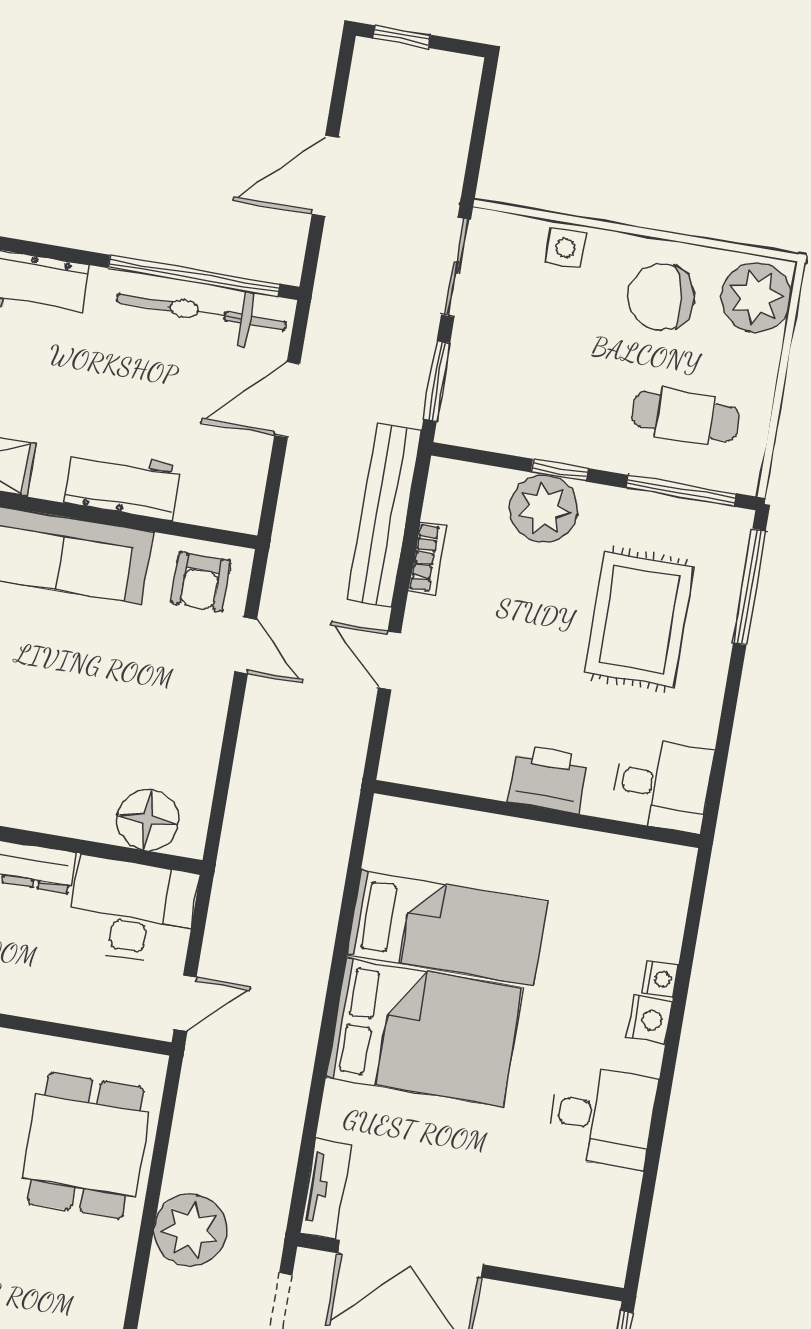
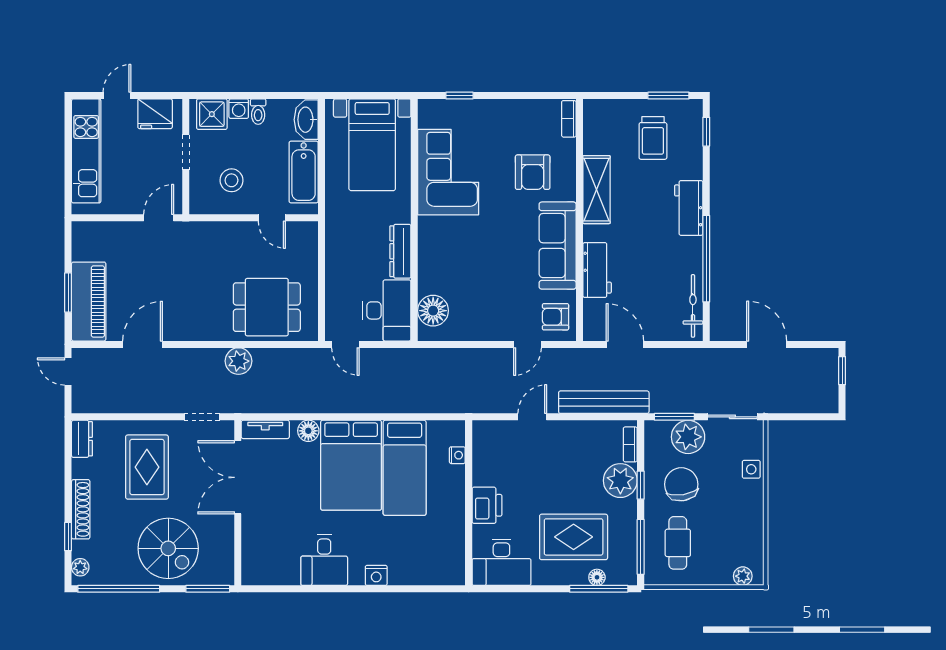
window: (194, 276) -> (706, 259), moved
chair: (661, 297) -> (681, 484), moved
plant: (756, 297) -> (743, 576), width x0.53, depth x0.53
bicycle: (201, 312) -> (693, 306), width x0.73, depth x0.71
plant: (481, 361) -> (688, 437), added
door: (287, 399) -> (625, 344), moved
bookcase: (428, 558) -> (630, 444), moved, turned 90
floor lamp: (726, 587) -> (597, 577), added
desk: (662, 785) -> (501, 562), width x1.37
nightstand: (660, 979) -> (457, 455), moved, turned -90
floor lamp: (343, 1105) -> (308, 431), added
plant: (190, 1230) -> (238, 361), width x0.73, depth x0.73

